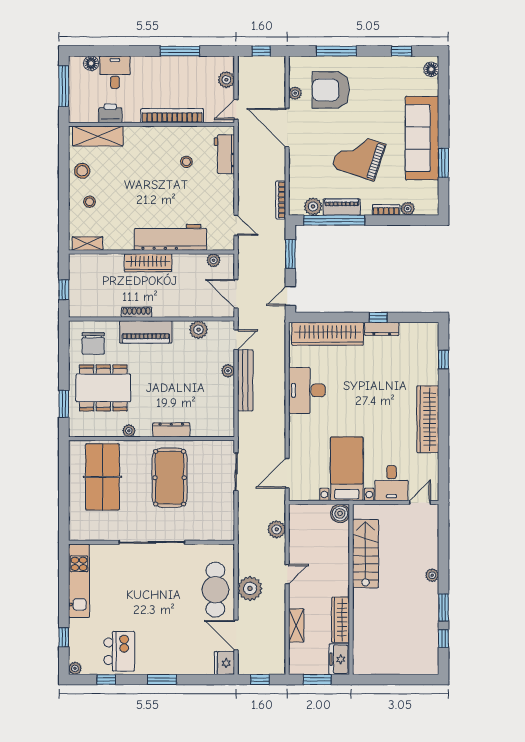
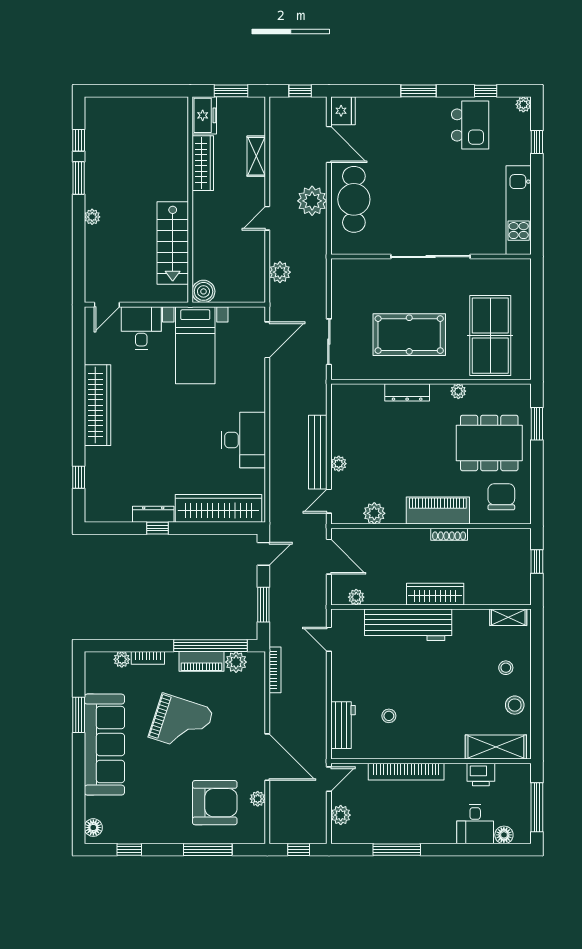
pool table: (170, 478) -> (409, 335), turned 90
kitchen island: (119, 651) -> (470, 125), turned 180

